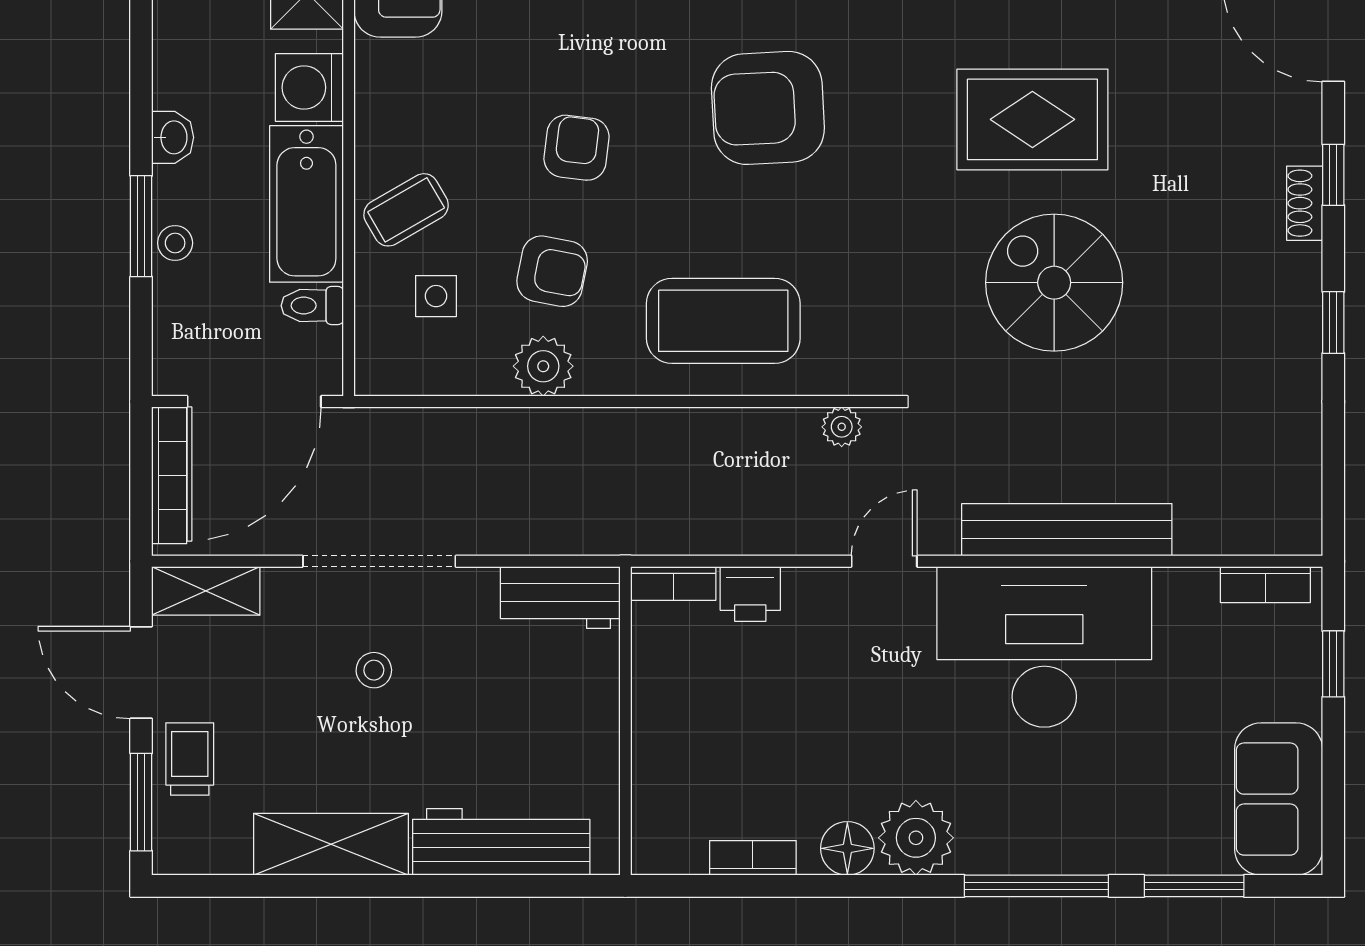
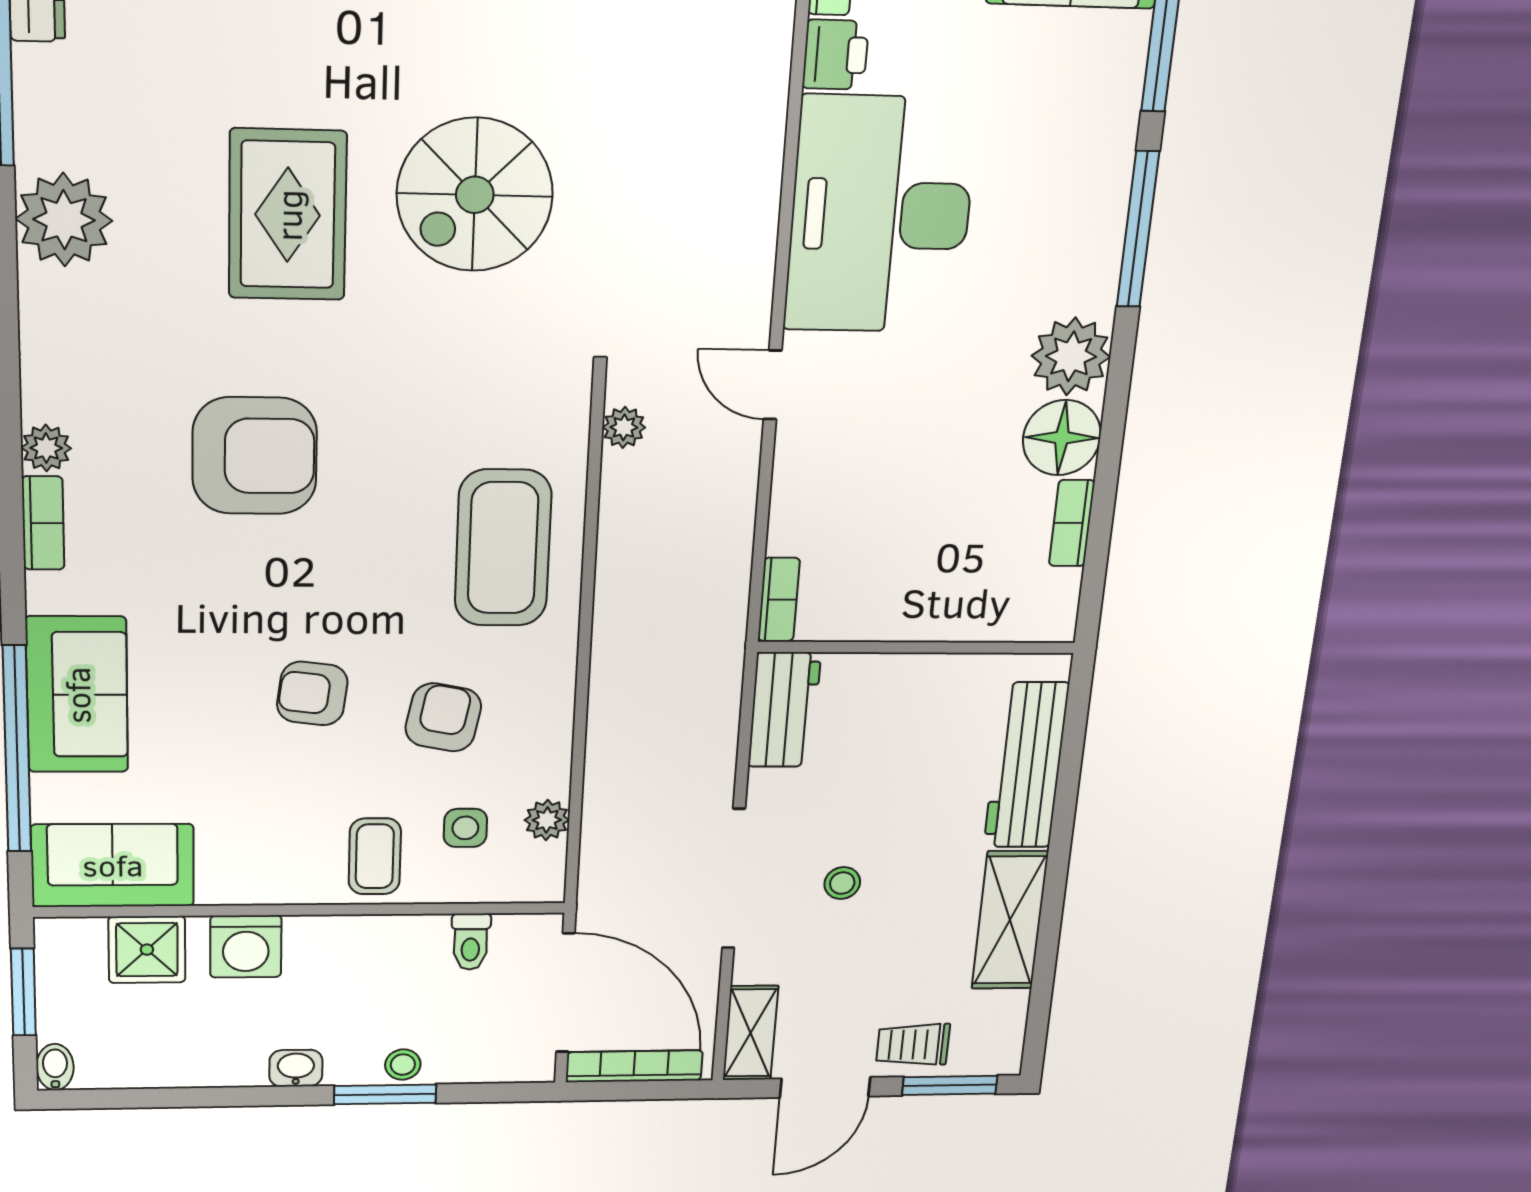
armchair: (768, 108) -> (255, 456), moved, turned -87
bathtub: (306, 204) -> (366, 948), removed
coffee table: (406, 210) -> (375, 856), turned 30
plant: (543, 366) -> (547, 820), moved, width x0.73, depth x0.73
bench: (1067, 530) -> (753, 187), removed
printer: (750, 594) -> (836, 55), moved
floor lamp: (847, 848) -> (1062, 438), width x1.38, depth x1.38

